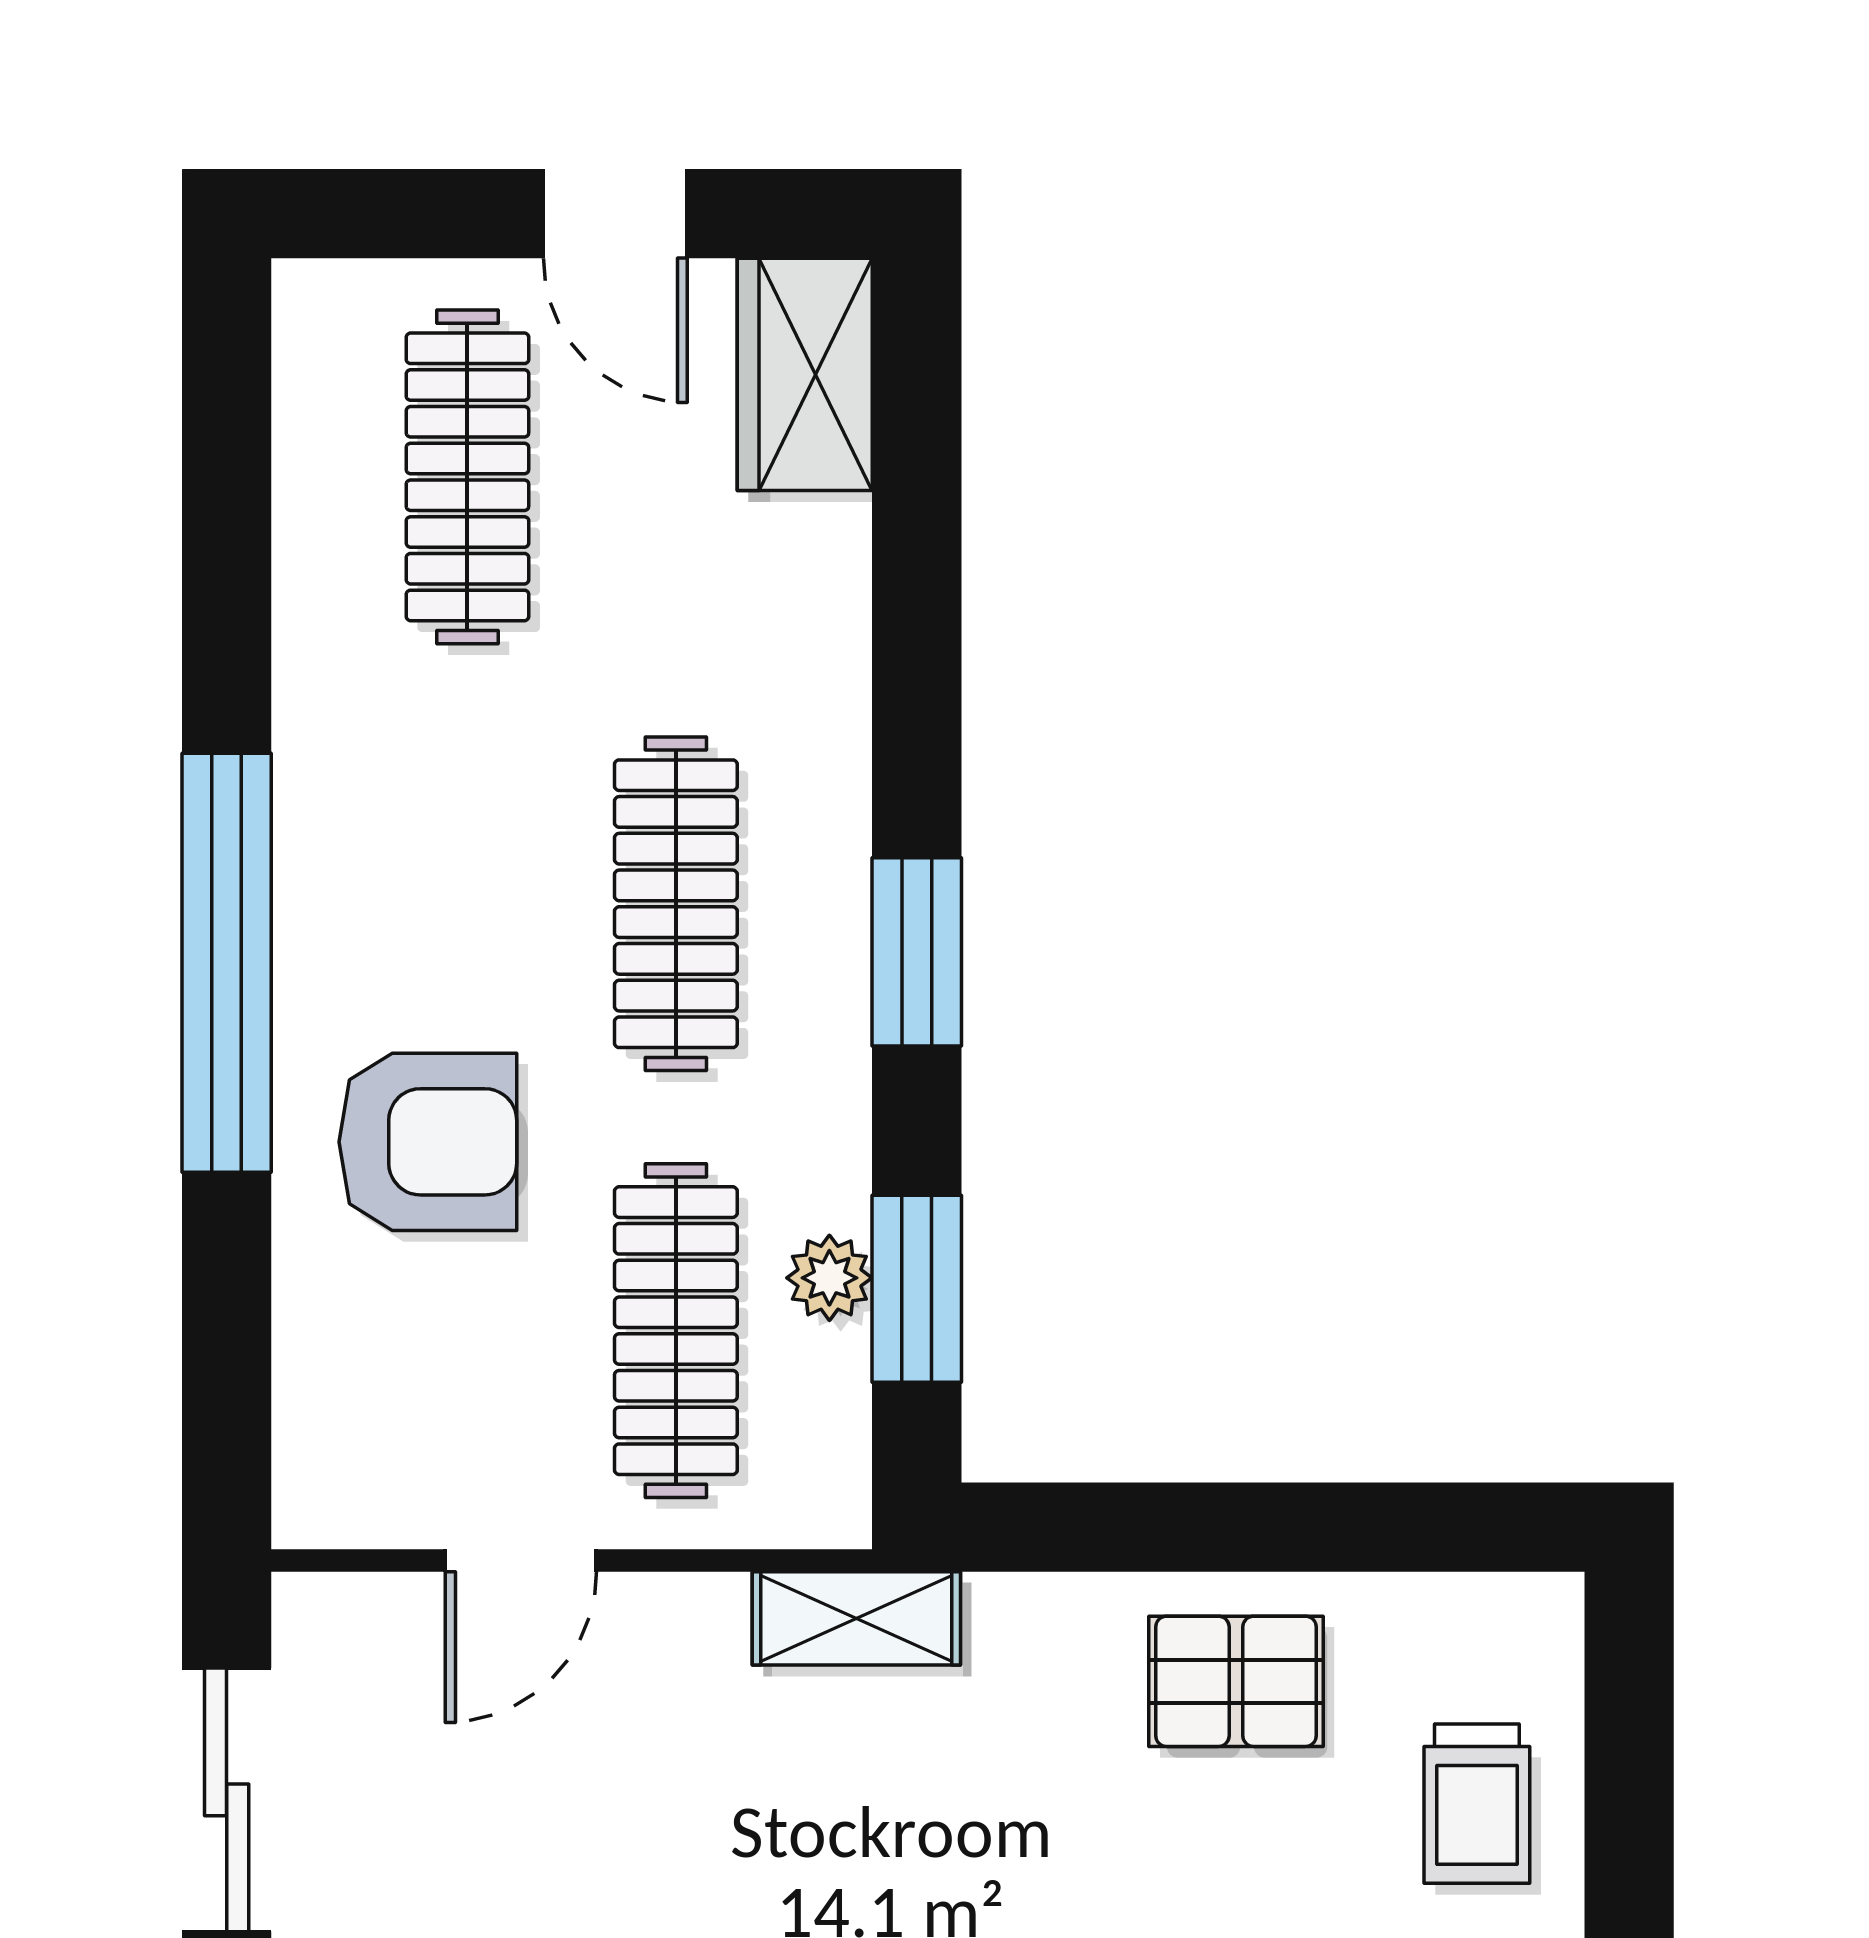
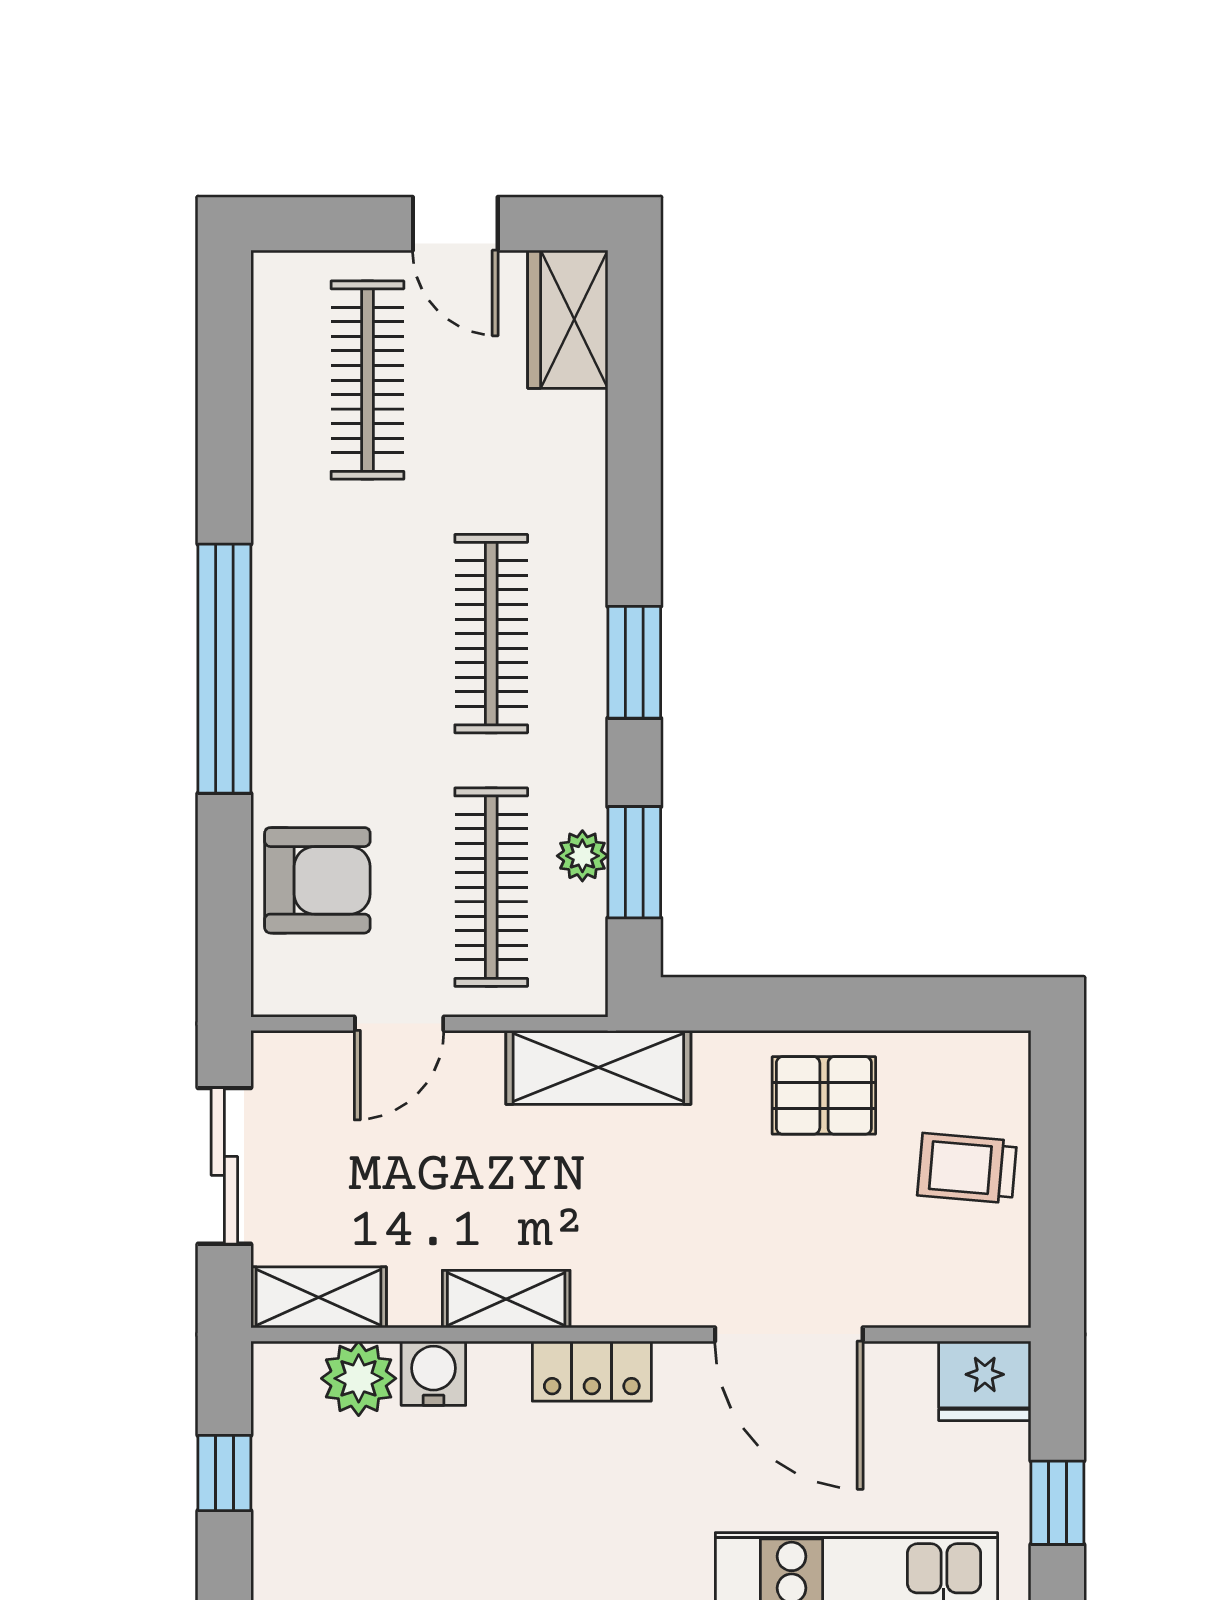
armchair: (428, 1142) -> (317, 880), moved
shelving: (856, 1618) -> (598, 1067), width x1.50, depth x1.33
trolley: (1477, 1804) -> (967, 1168), turned 95

